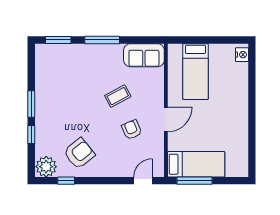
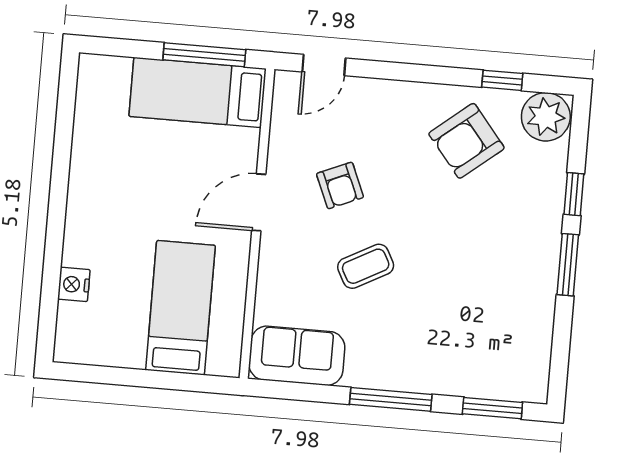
nightstand: (242, 55) -> (74, 284), moved

